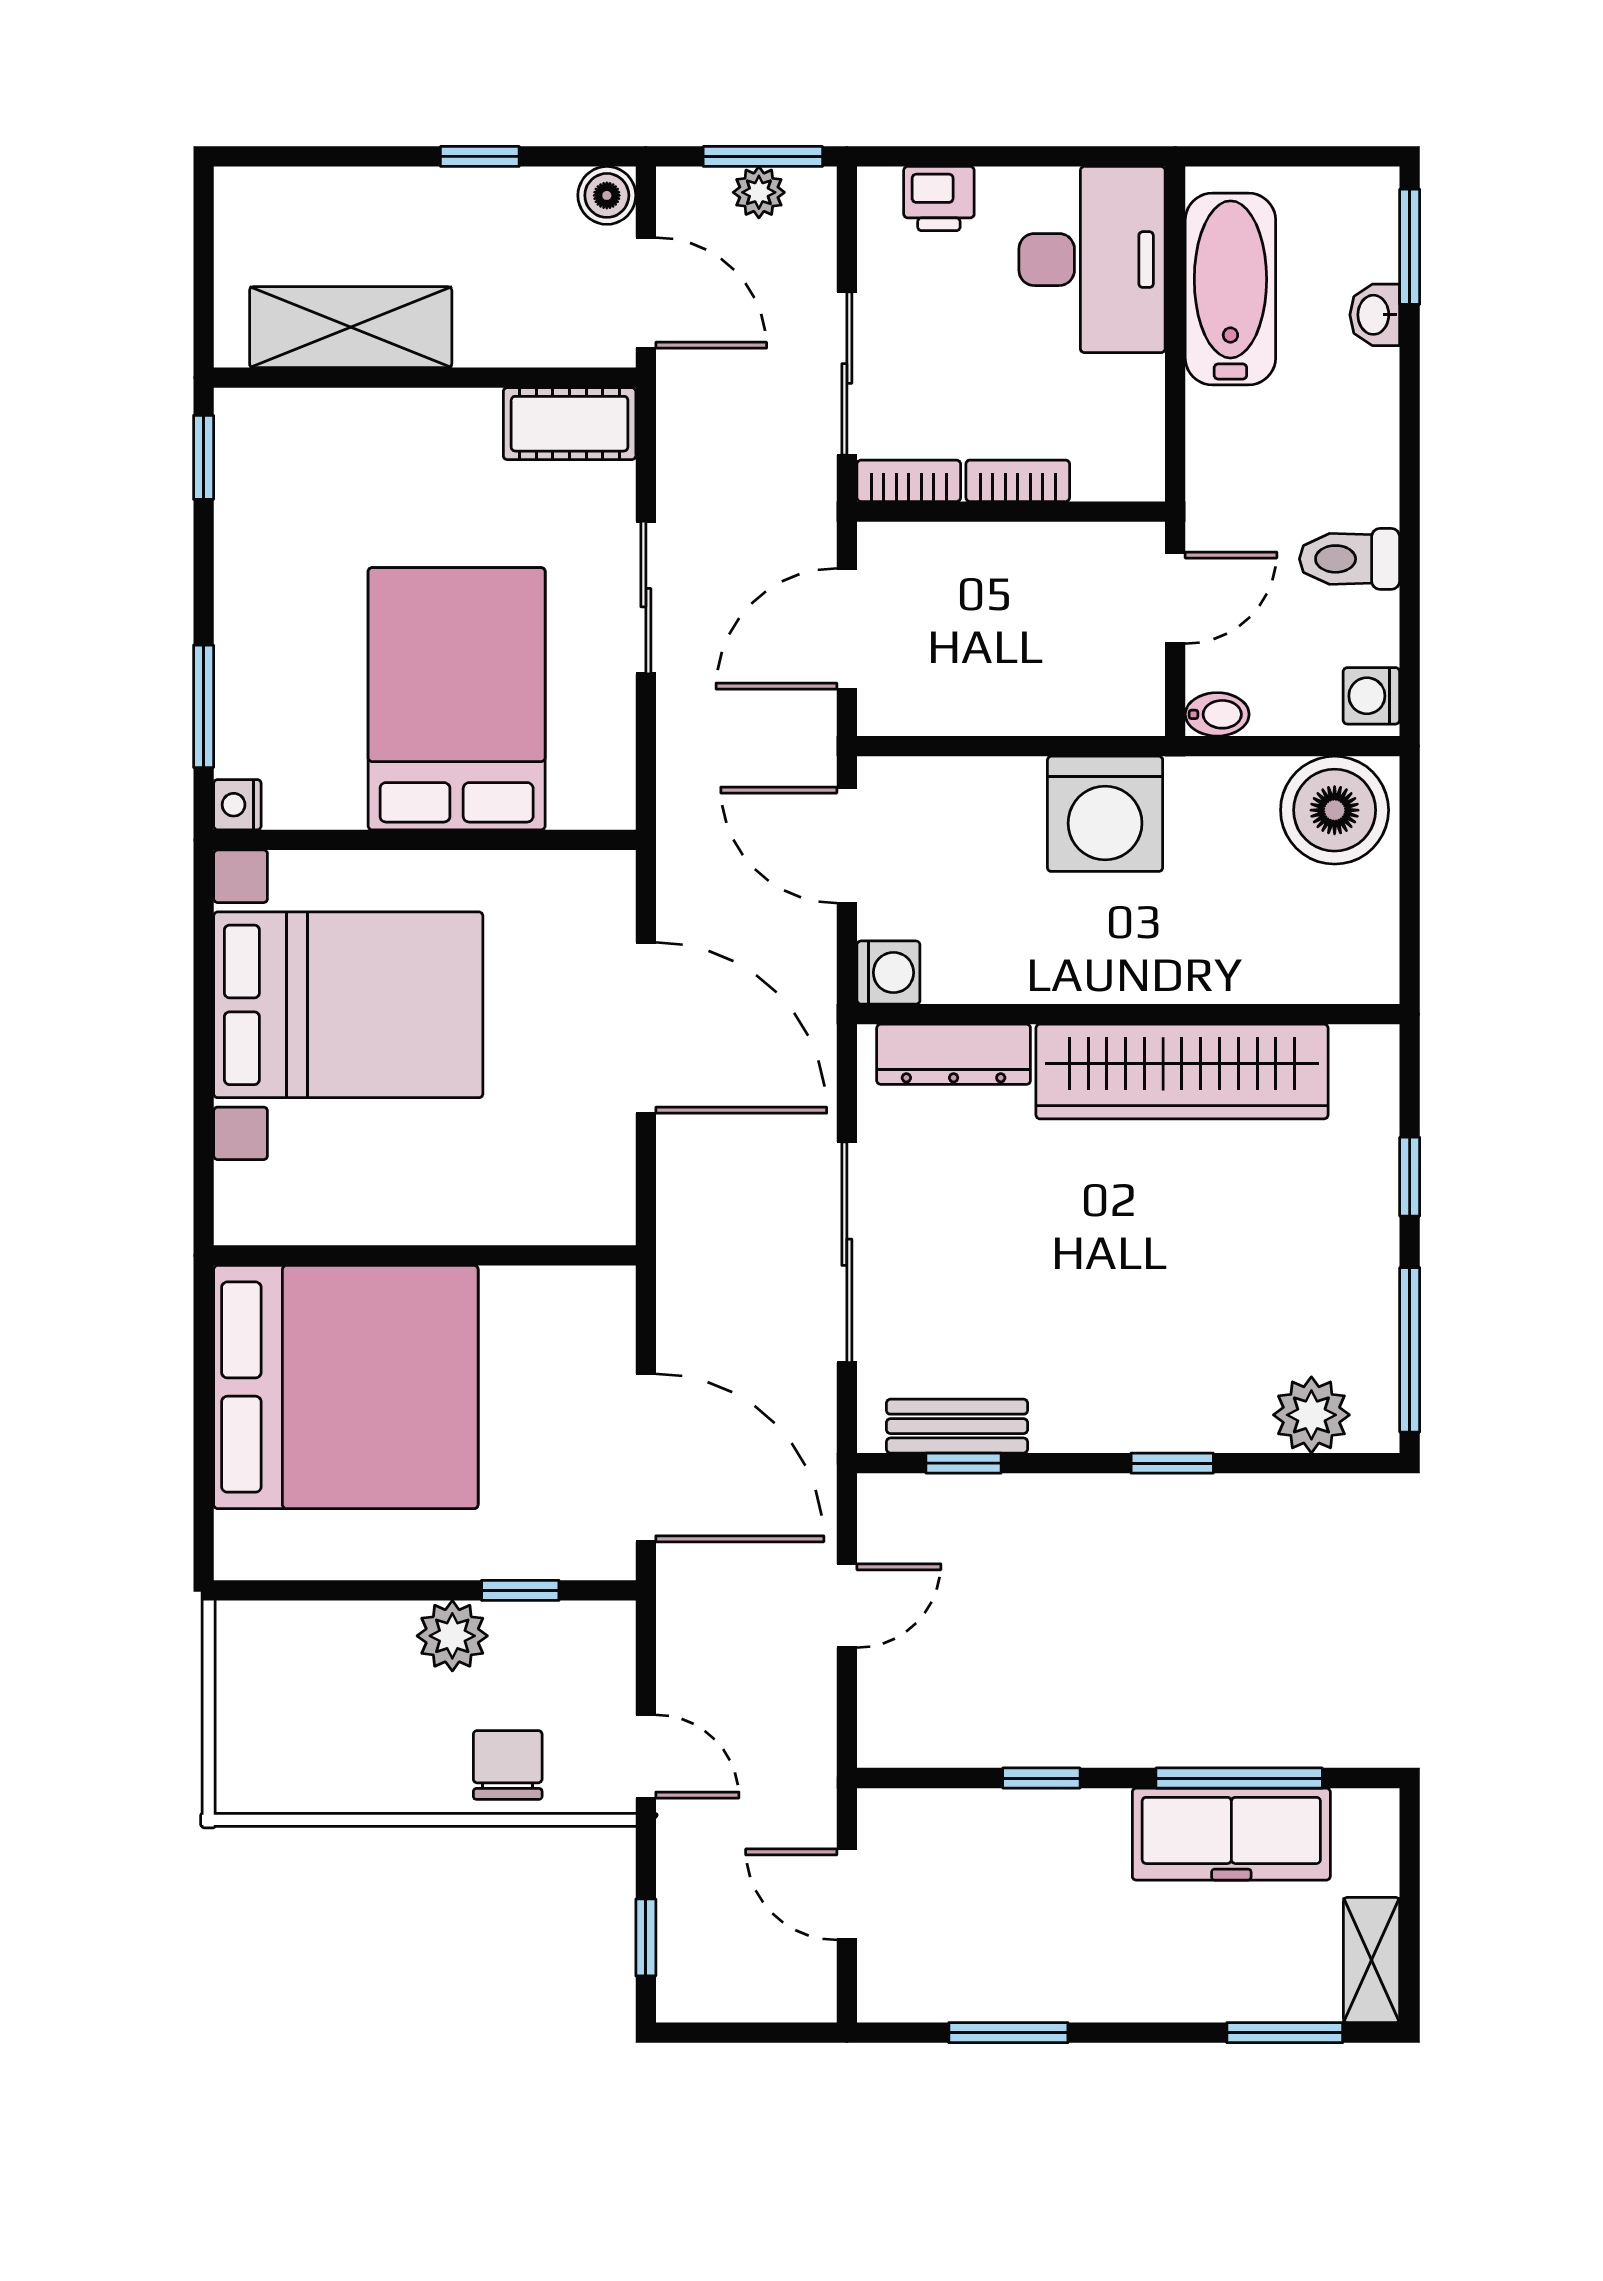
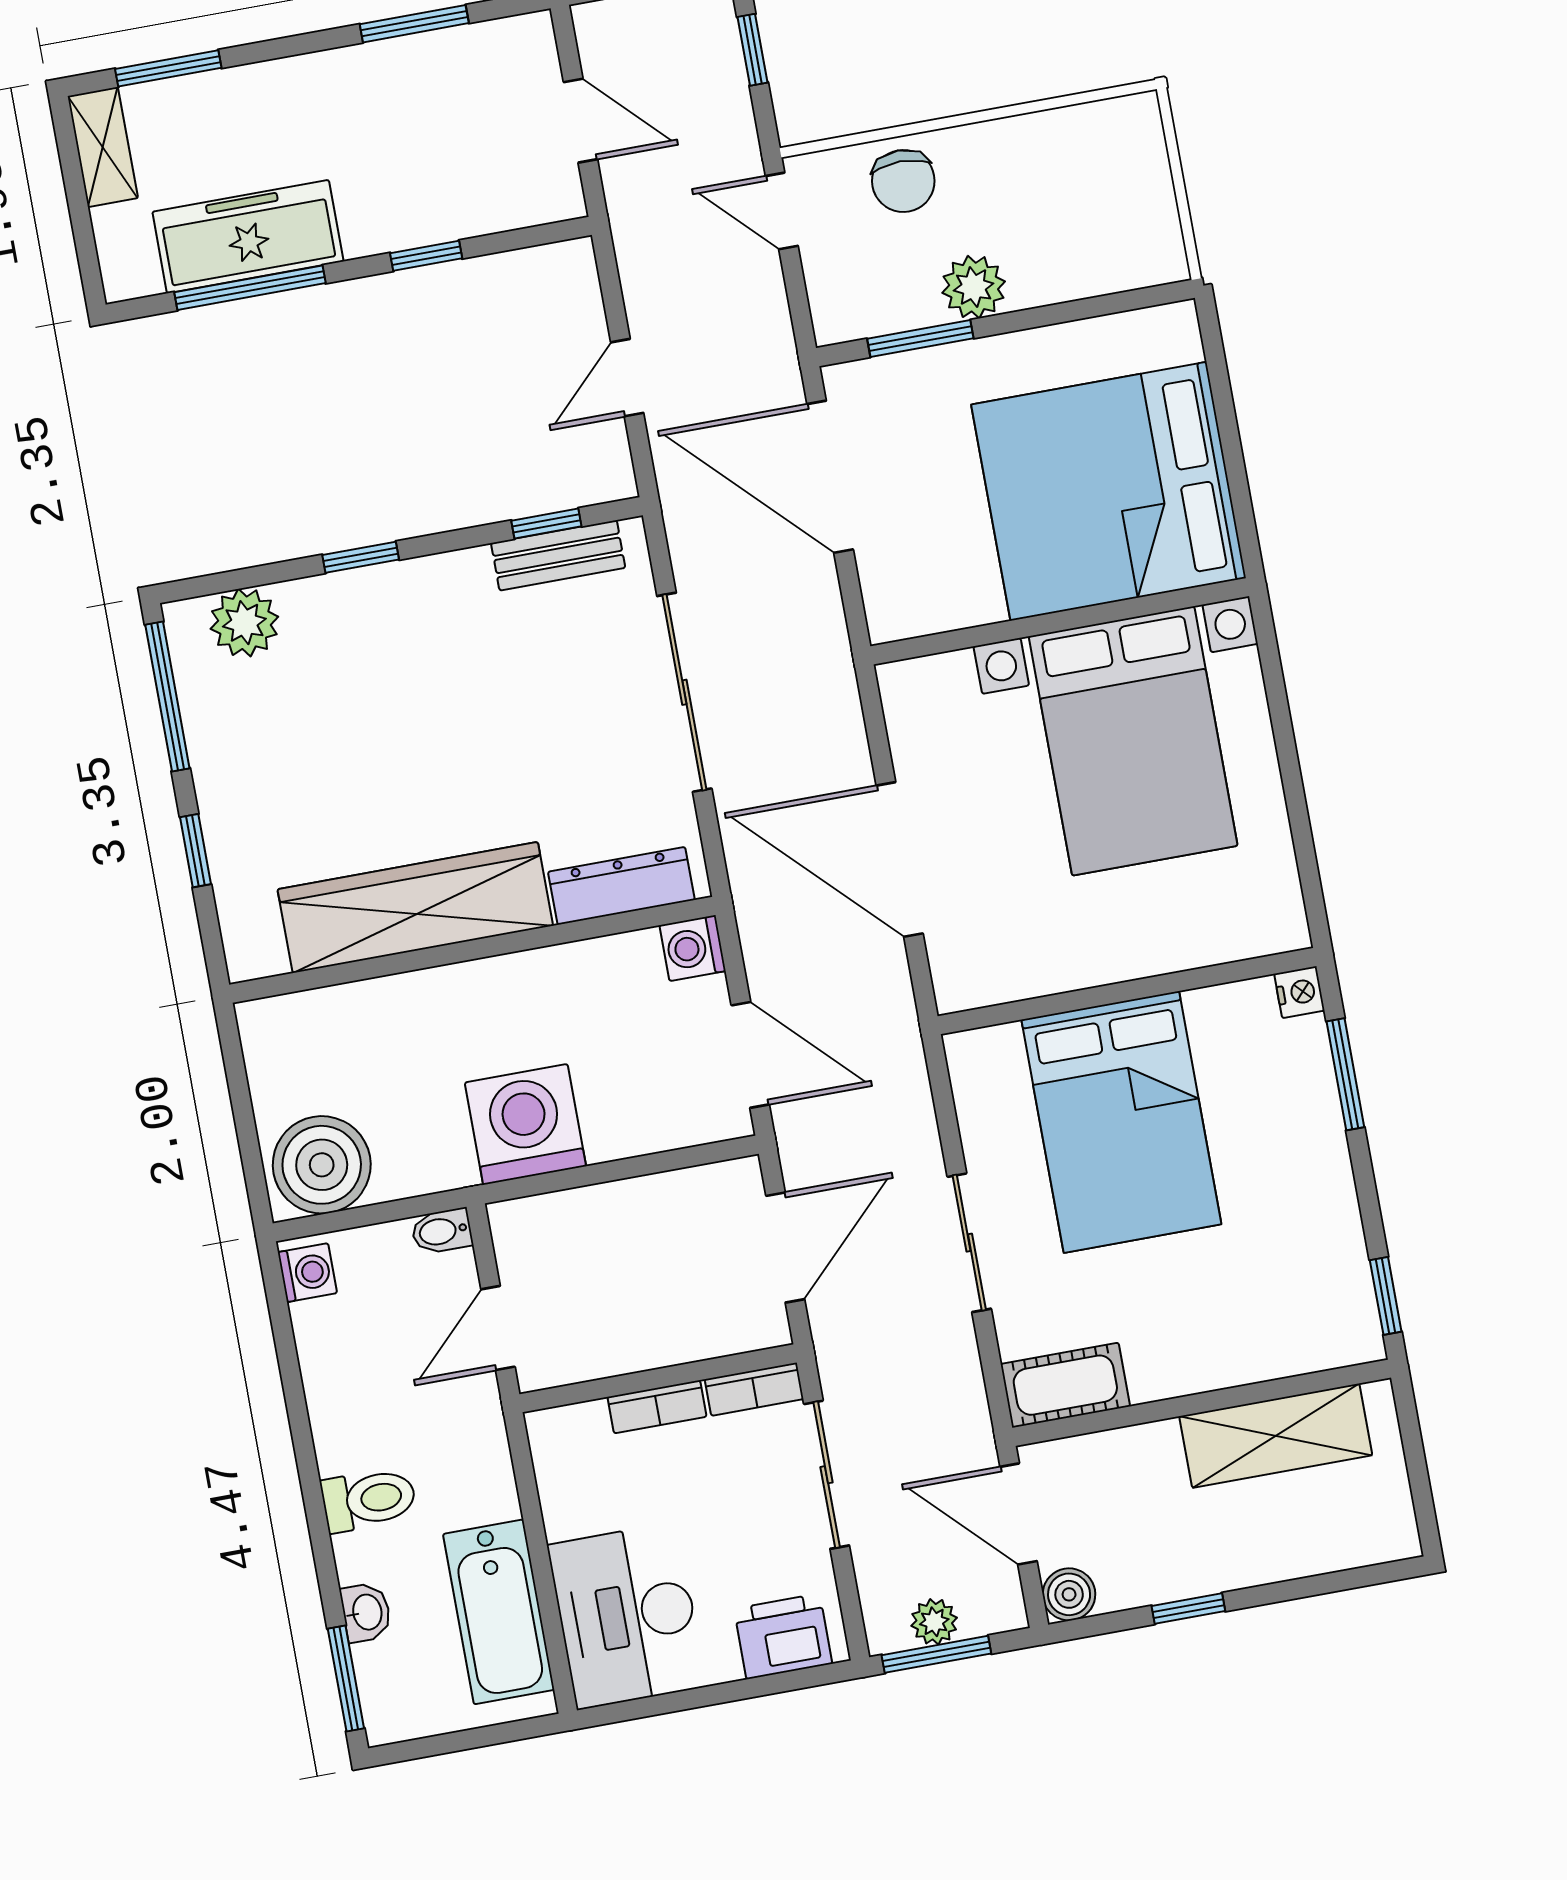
printer: (939, 199) -> (783, 1636), width x1.36, depth x1.24
toilet: (1350, 559) -> (369, 1499), moved
bed with nightstands: (348, 1005) -> (1133, 741), moved, turned -90
window: (520, 1590) -> (920, 338), width x1.50

